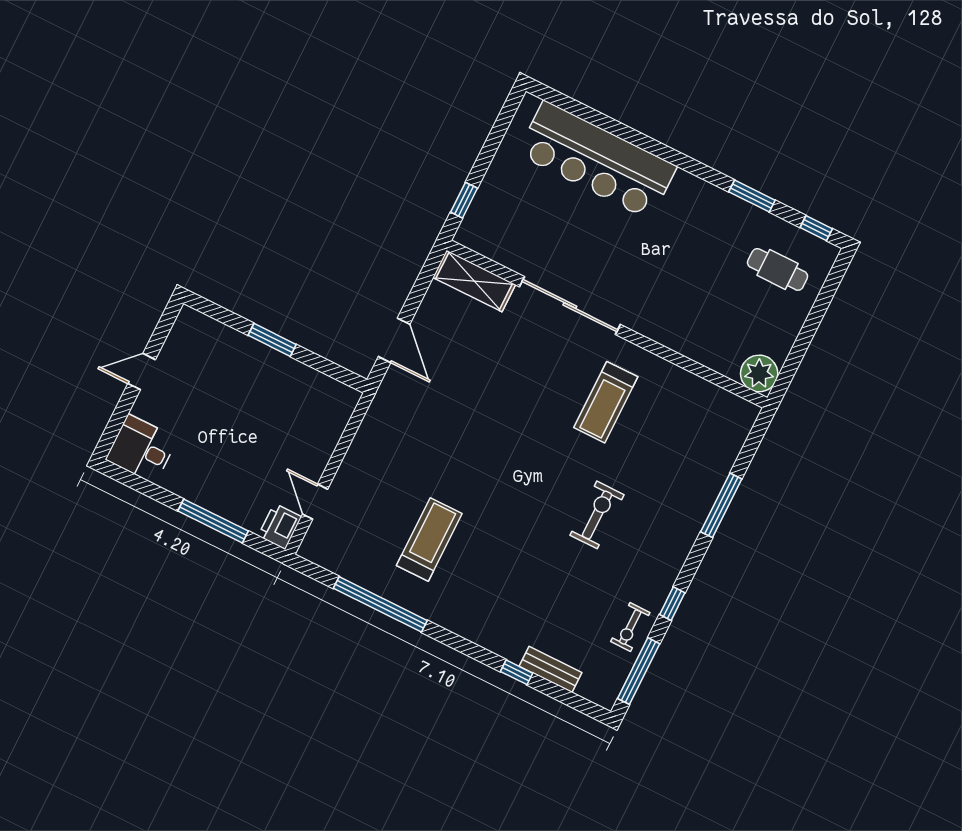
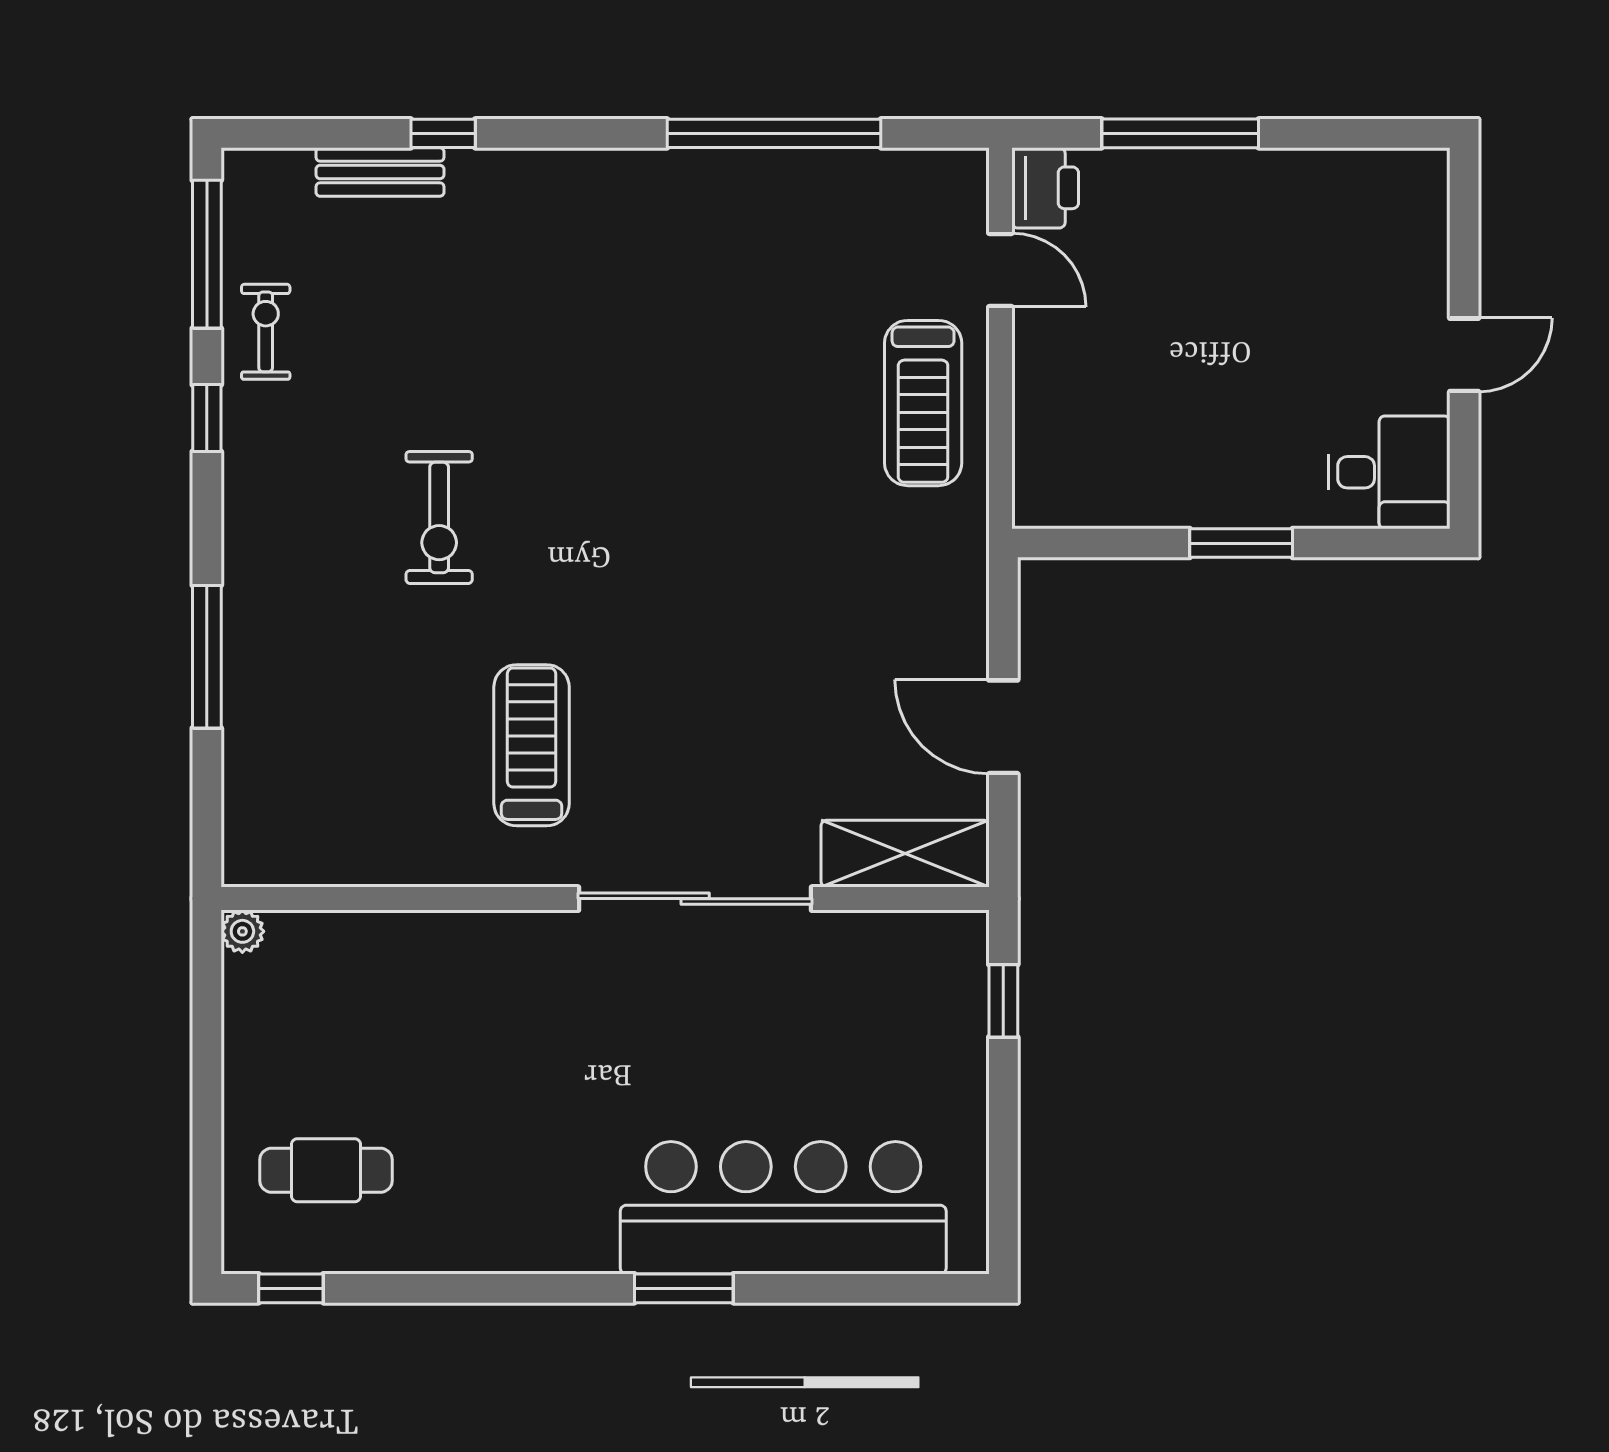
window: (752, 196) -> (684, 1288), moved
door: (394, 340) -> (1003, 727), moved
plant: (759, 373) -> (242, 931), width x0.53, depth x0.53
desk: (142, 449) -> (1389, 472), moved
treadmill: (429, 539) -> (923, 403), moved

